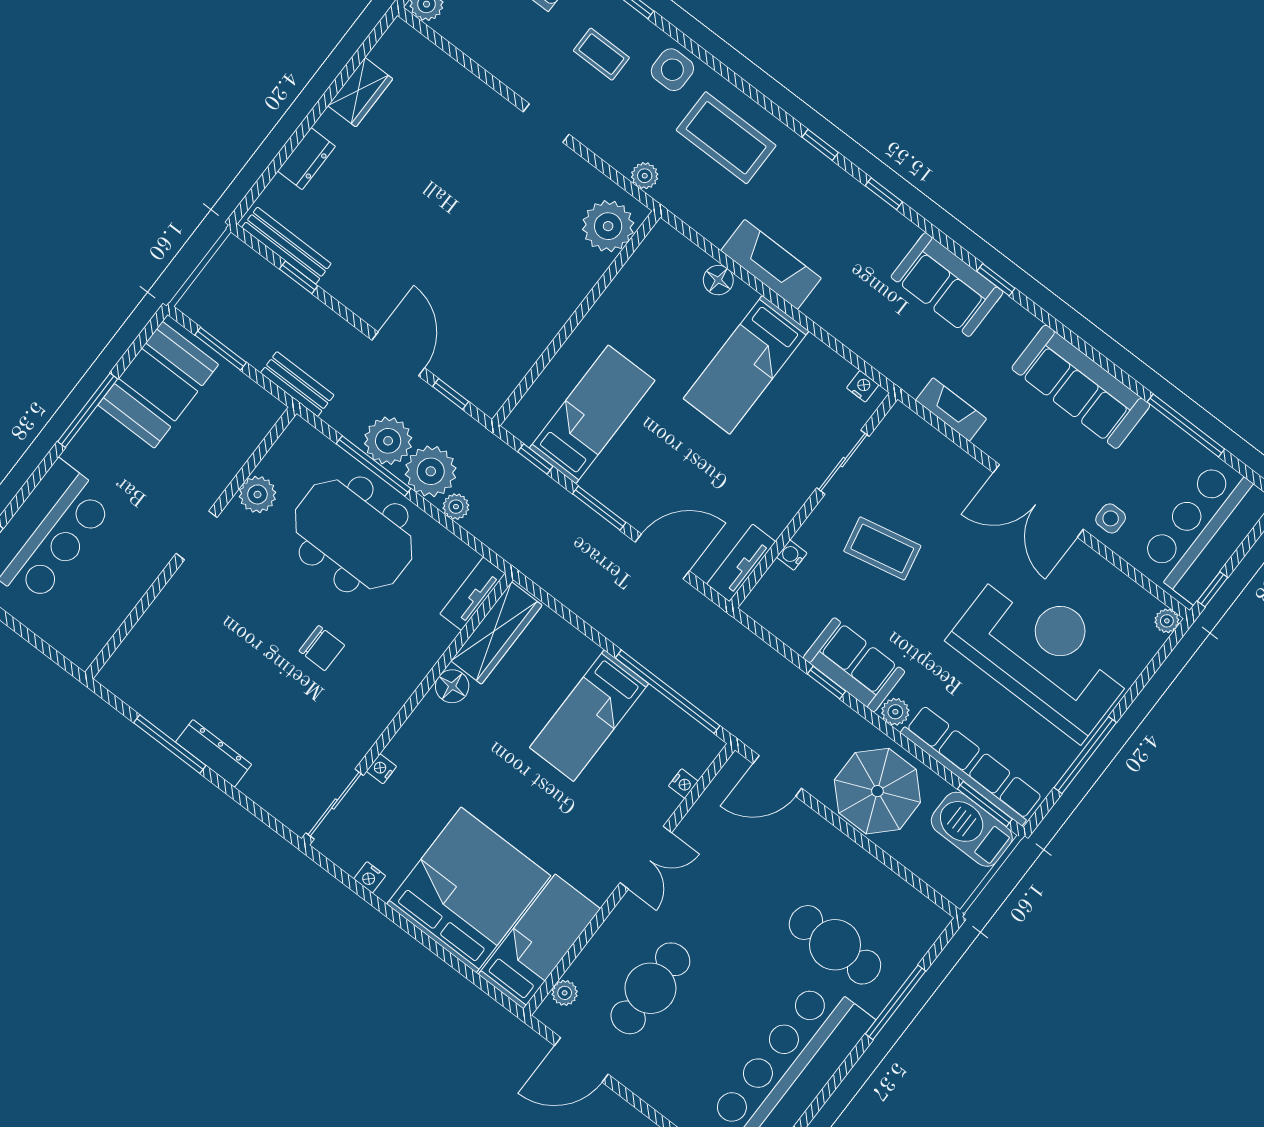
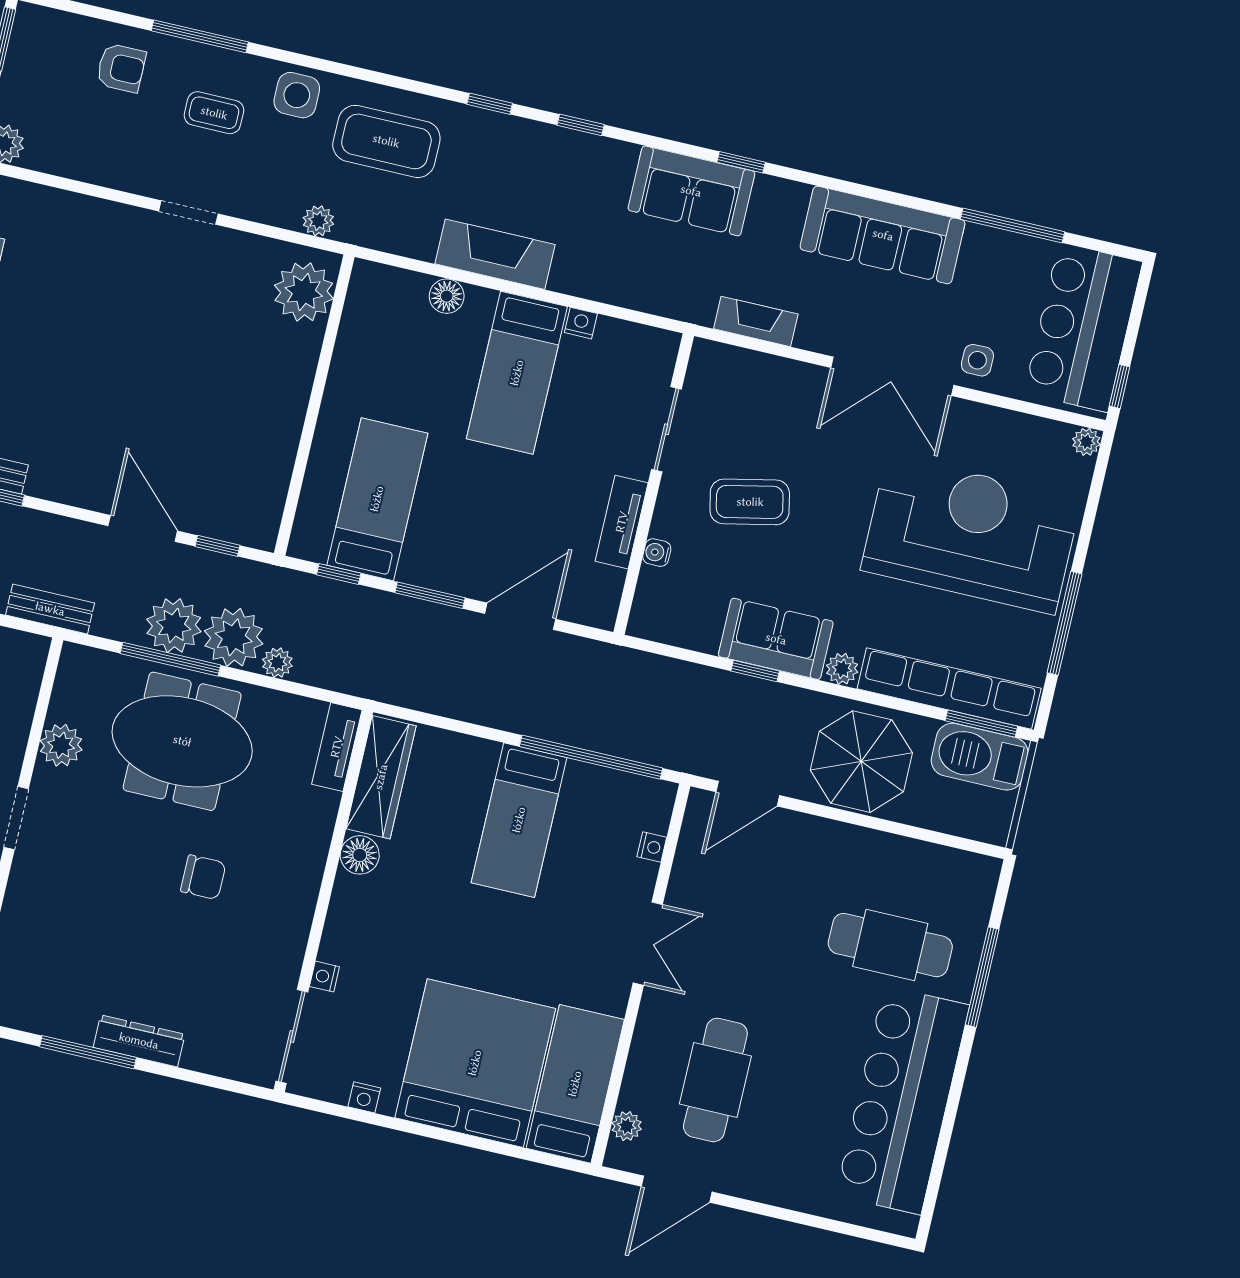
nightstand: (863, 386) -> (581, 323), moved
tv unit: (741, 563) -> (622, 522), moved

